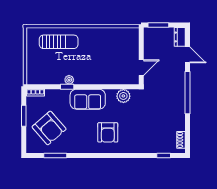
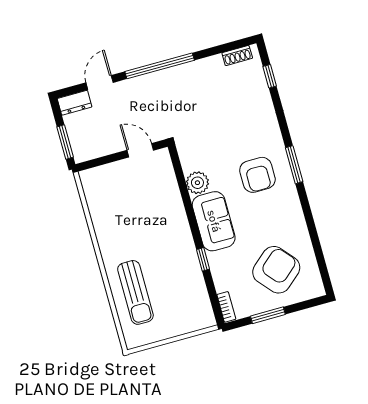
sun lounger: (59, 42) -> (135, 292), turned 180
plant: (69, 80) -> (191, 259), removed
plant: (123, 96) -> (197, 183), moved
armchair: (108, 132) -> (257, 175), turned 90
window: (55, 156) -> (294, 165), moved

